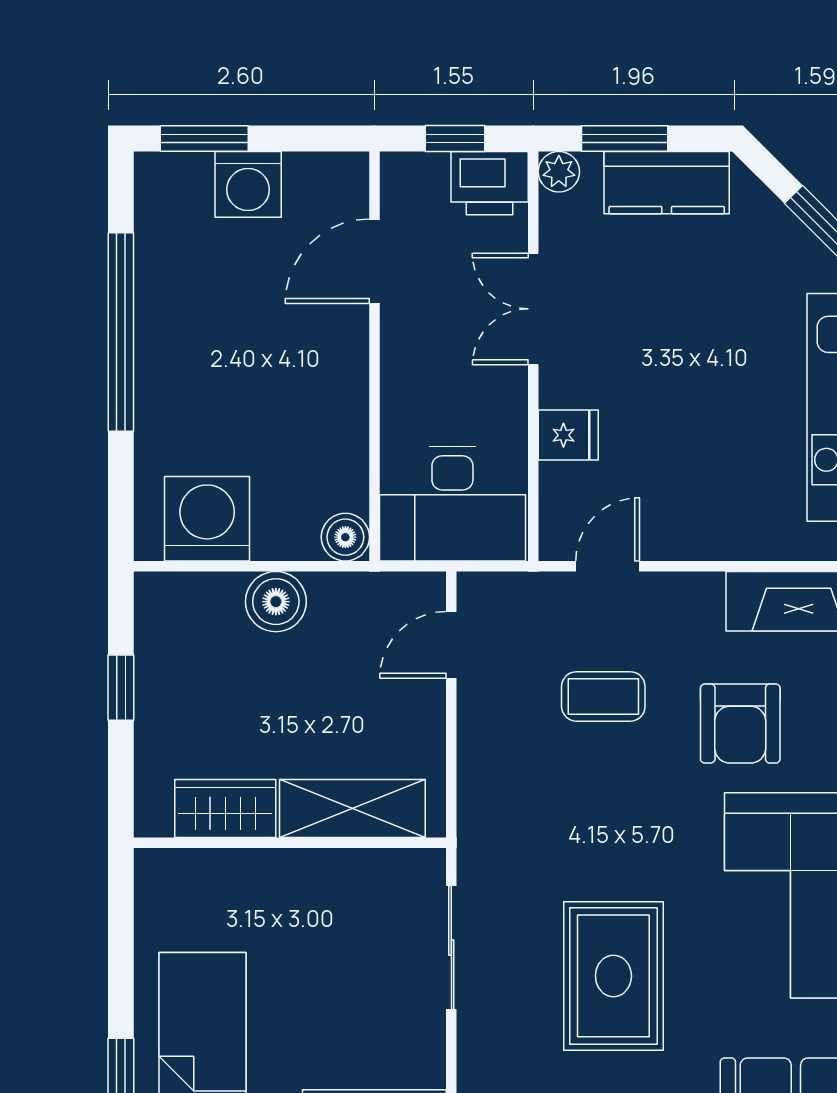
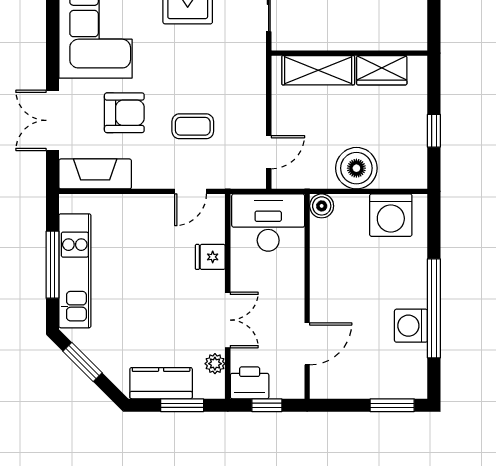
plant: (559, 172) -> (215, 364), moved
washing machine: (248, 184) -> (411, 326), moved, turned -90
boiler: (276, 602) -> (356, 168), width x1.37, depth x1.37
armchair: (740, 724) -> (124, 113), turned 90

